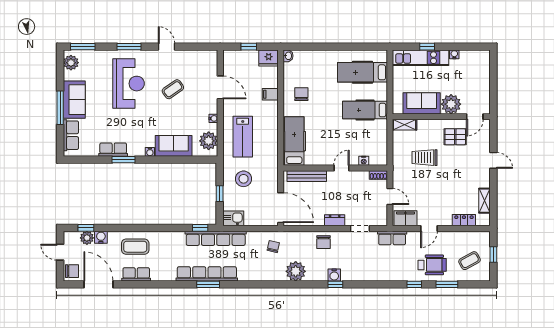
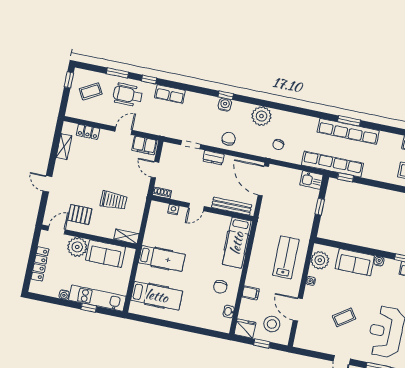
washbasin: (288, 56) -> (229, 312), moved
locker: (484, 80) -> (40, 264), added
stool: (244, 179) -> (272, 324), moved
row of seats: (392, 238) -> (170, 94), moved, turned 180
window: (493, 254) -> (69, 80), moved

